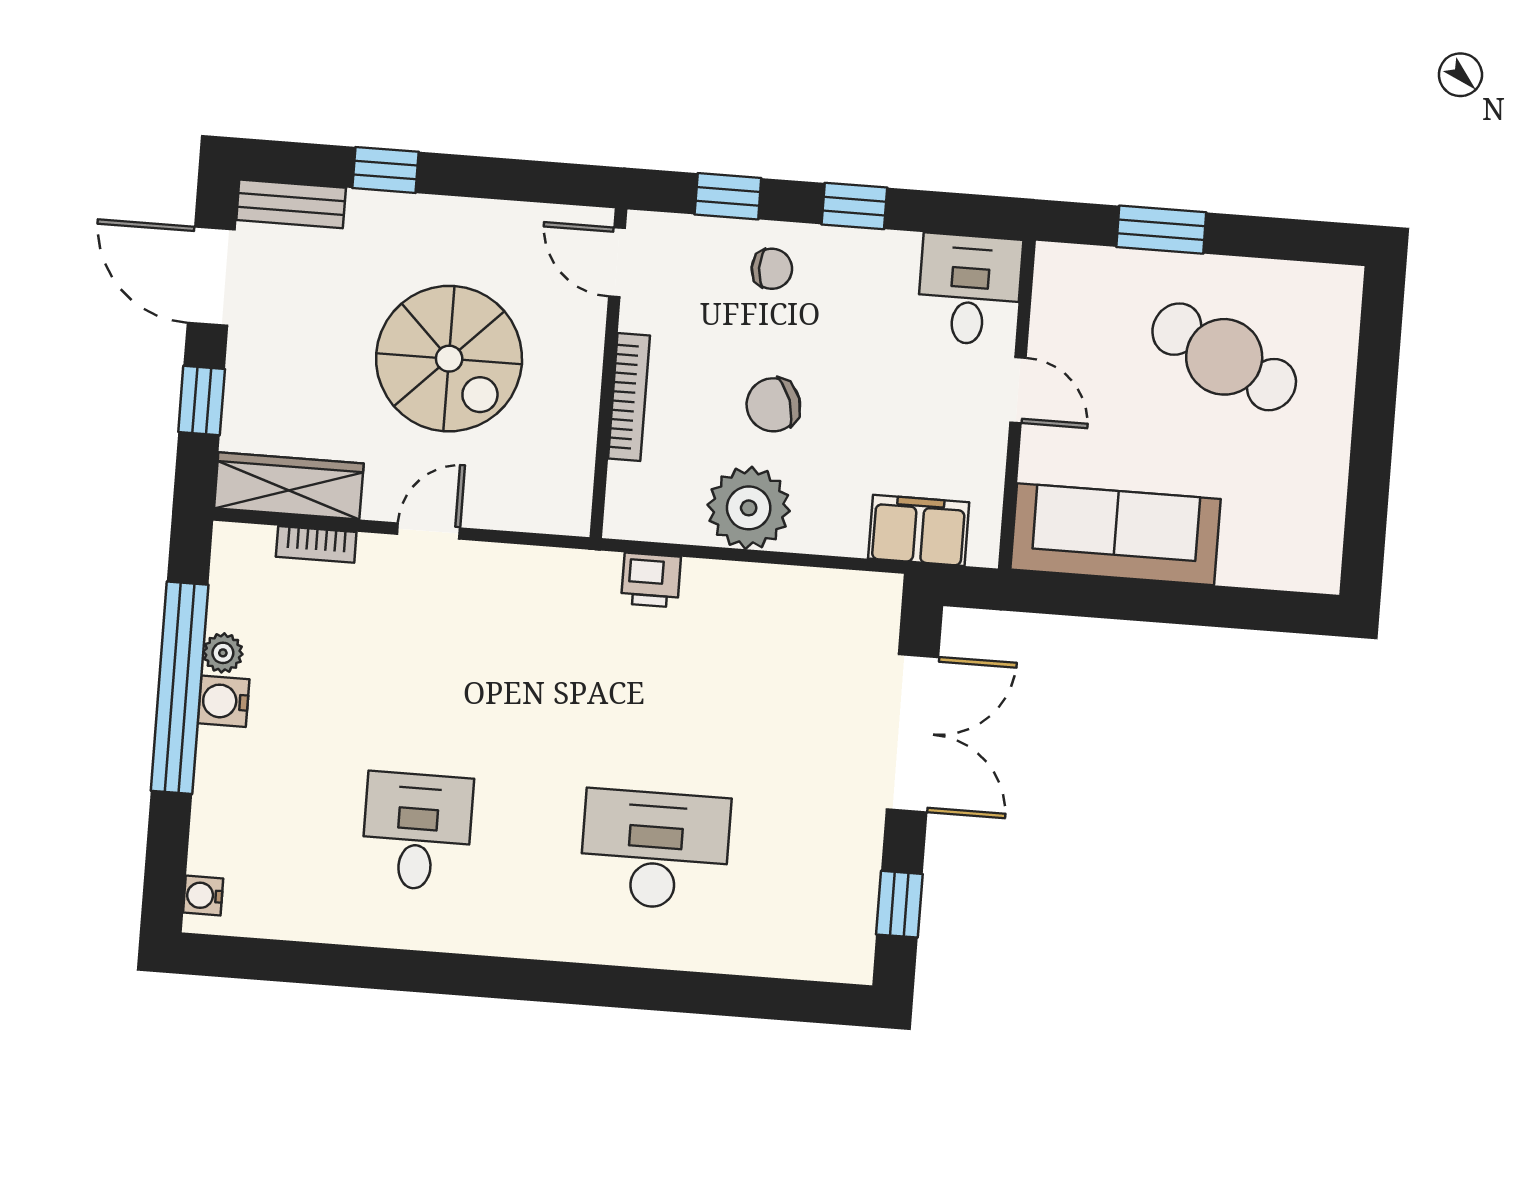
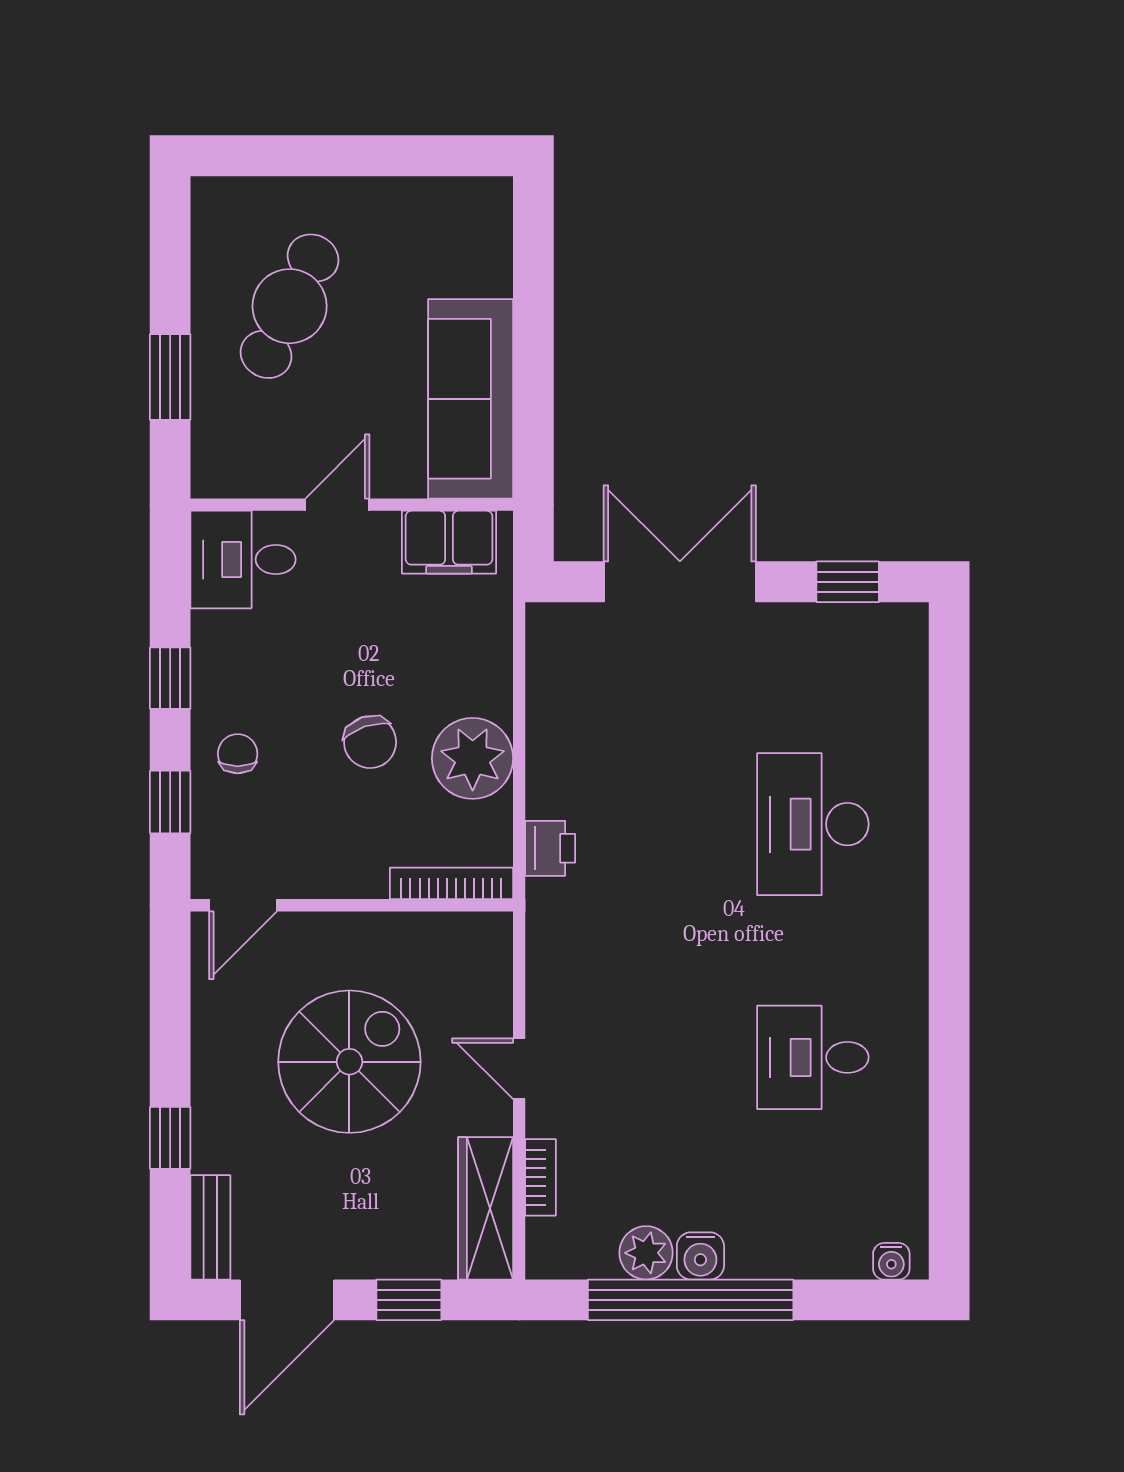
bookcase: (629, 397) -> (451, 883), moved
filing cabinet: (919, 530) -> (449, 542), moved, turned -90
plant: (223, 653) -> (646, 1253), width x1.38, depth x1.38

